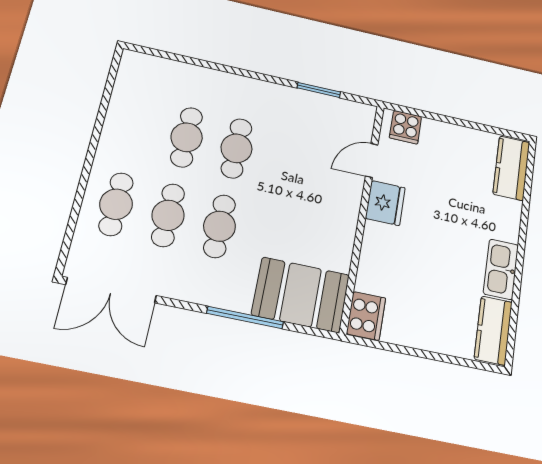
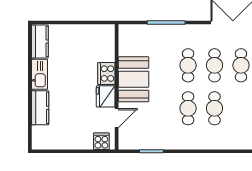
kitchen counter: (511, 168) -> (40, 108), moved
booth: (301, 295) -> (133, 79), moved, turned 90
cooker: (366, 316) -> (106, 74), moved

